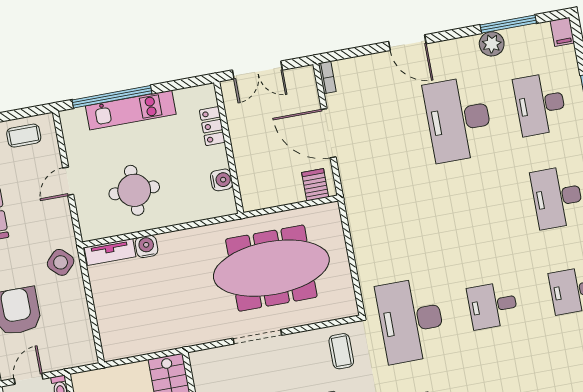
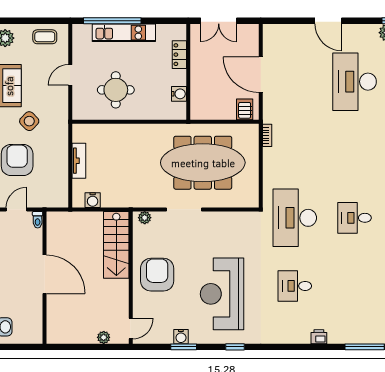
bookcase: (327, 77) -> (267, 135), moved
water cooler: (146, 246) -> (93, 200), moved, turned 180
tv unit: (110, 252) -> (79, 161), moved, turned -90
side table: (61, 262) -> (29, 121), moved
coffee table: (341, 351) -> (241, 231), removed
plant: (206, 358) -> (145, 218), added

